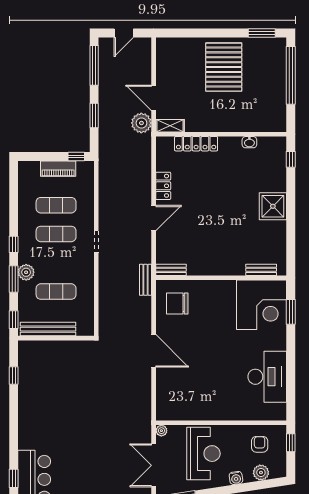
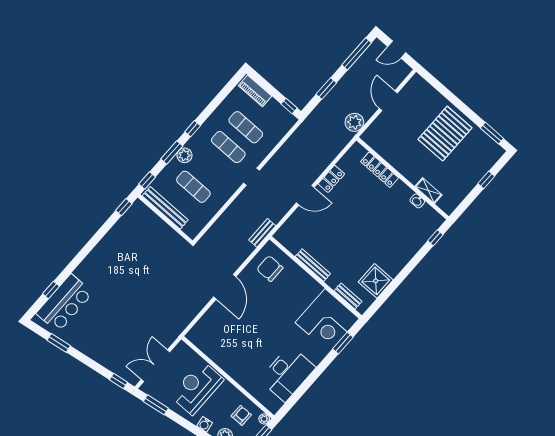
window: (291, 75) -> (486, 180), width x0.32
door: (154, 98) -> (388, 101), moved
shelving: (170, 126) -> (428, 191), moved
piano: (58, 169) -> (255, 91), moved
shower: (273, 206) -> (376, 281), moved
bench: (171, 270) -> (313, 265), moved, width x1.36
window: (14, 376) -> (124, 207), moved
plant: (161, 431) -> (264, 419), moved
reception desk: (203, 454) -> (197, 388), turned 180

